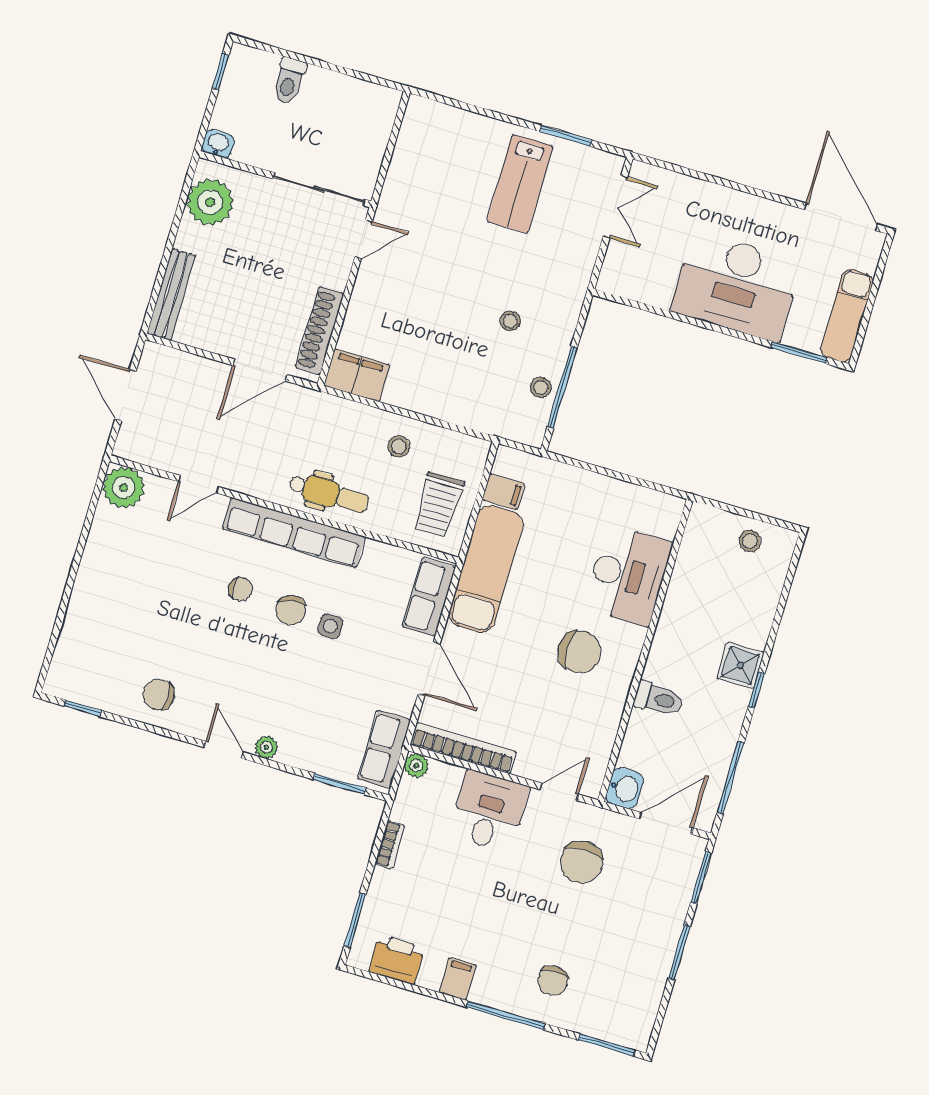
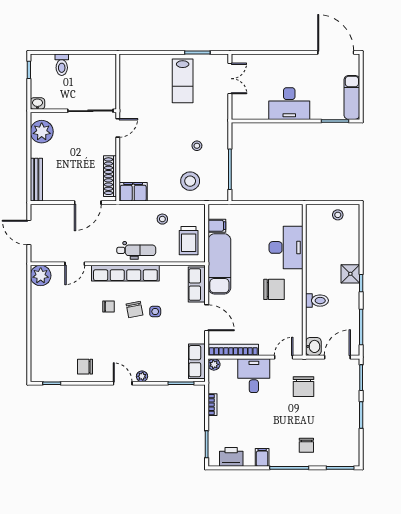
desk: (736, 286) -> (289, 104), width x0.73, depth x0.77
stool: (541, 387) -> (190, 181), moved, width x1.89, depth x1.89

